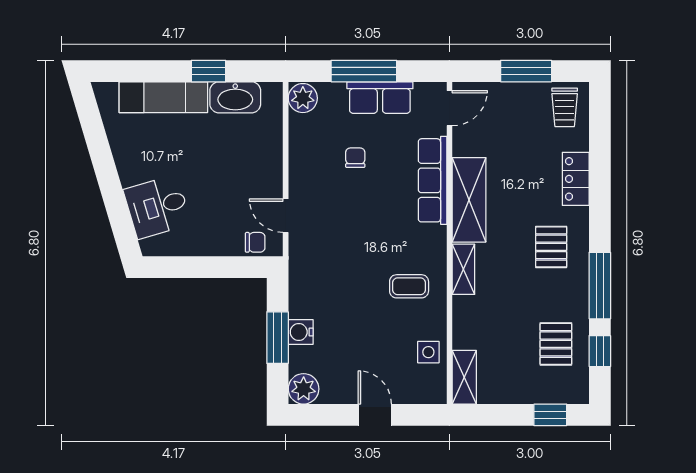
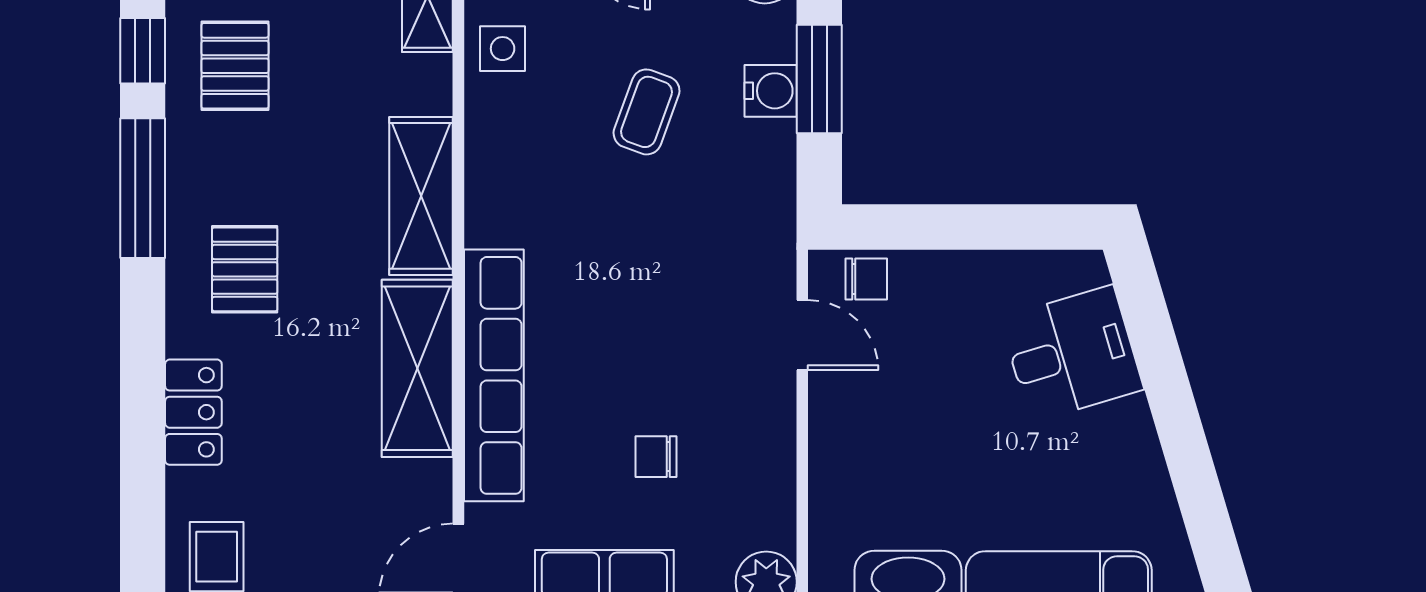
chair: (355, 158) -> (656, 457), turned 90
row of seats: (433, 180) -> (494, 375), width x1.36
chair: (255, 242) -> (866, 279), turned 180
shelving: (463, 269) -> (421, 196), width x1.50, depth x1.33
coffee table: (409, 286) -> (647, 112), moved, turned -70

